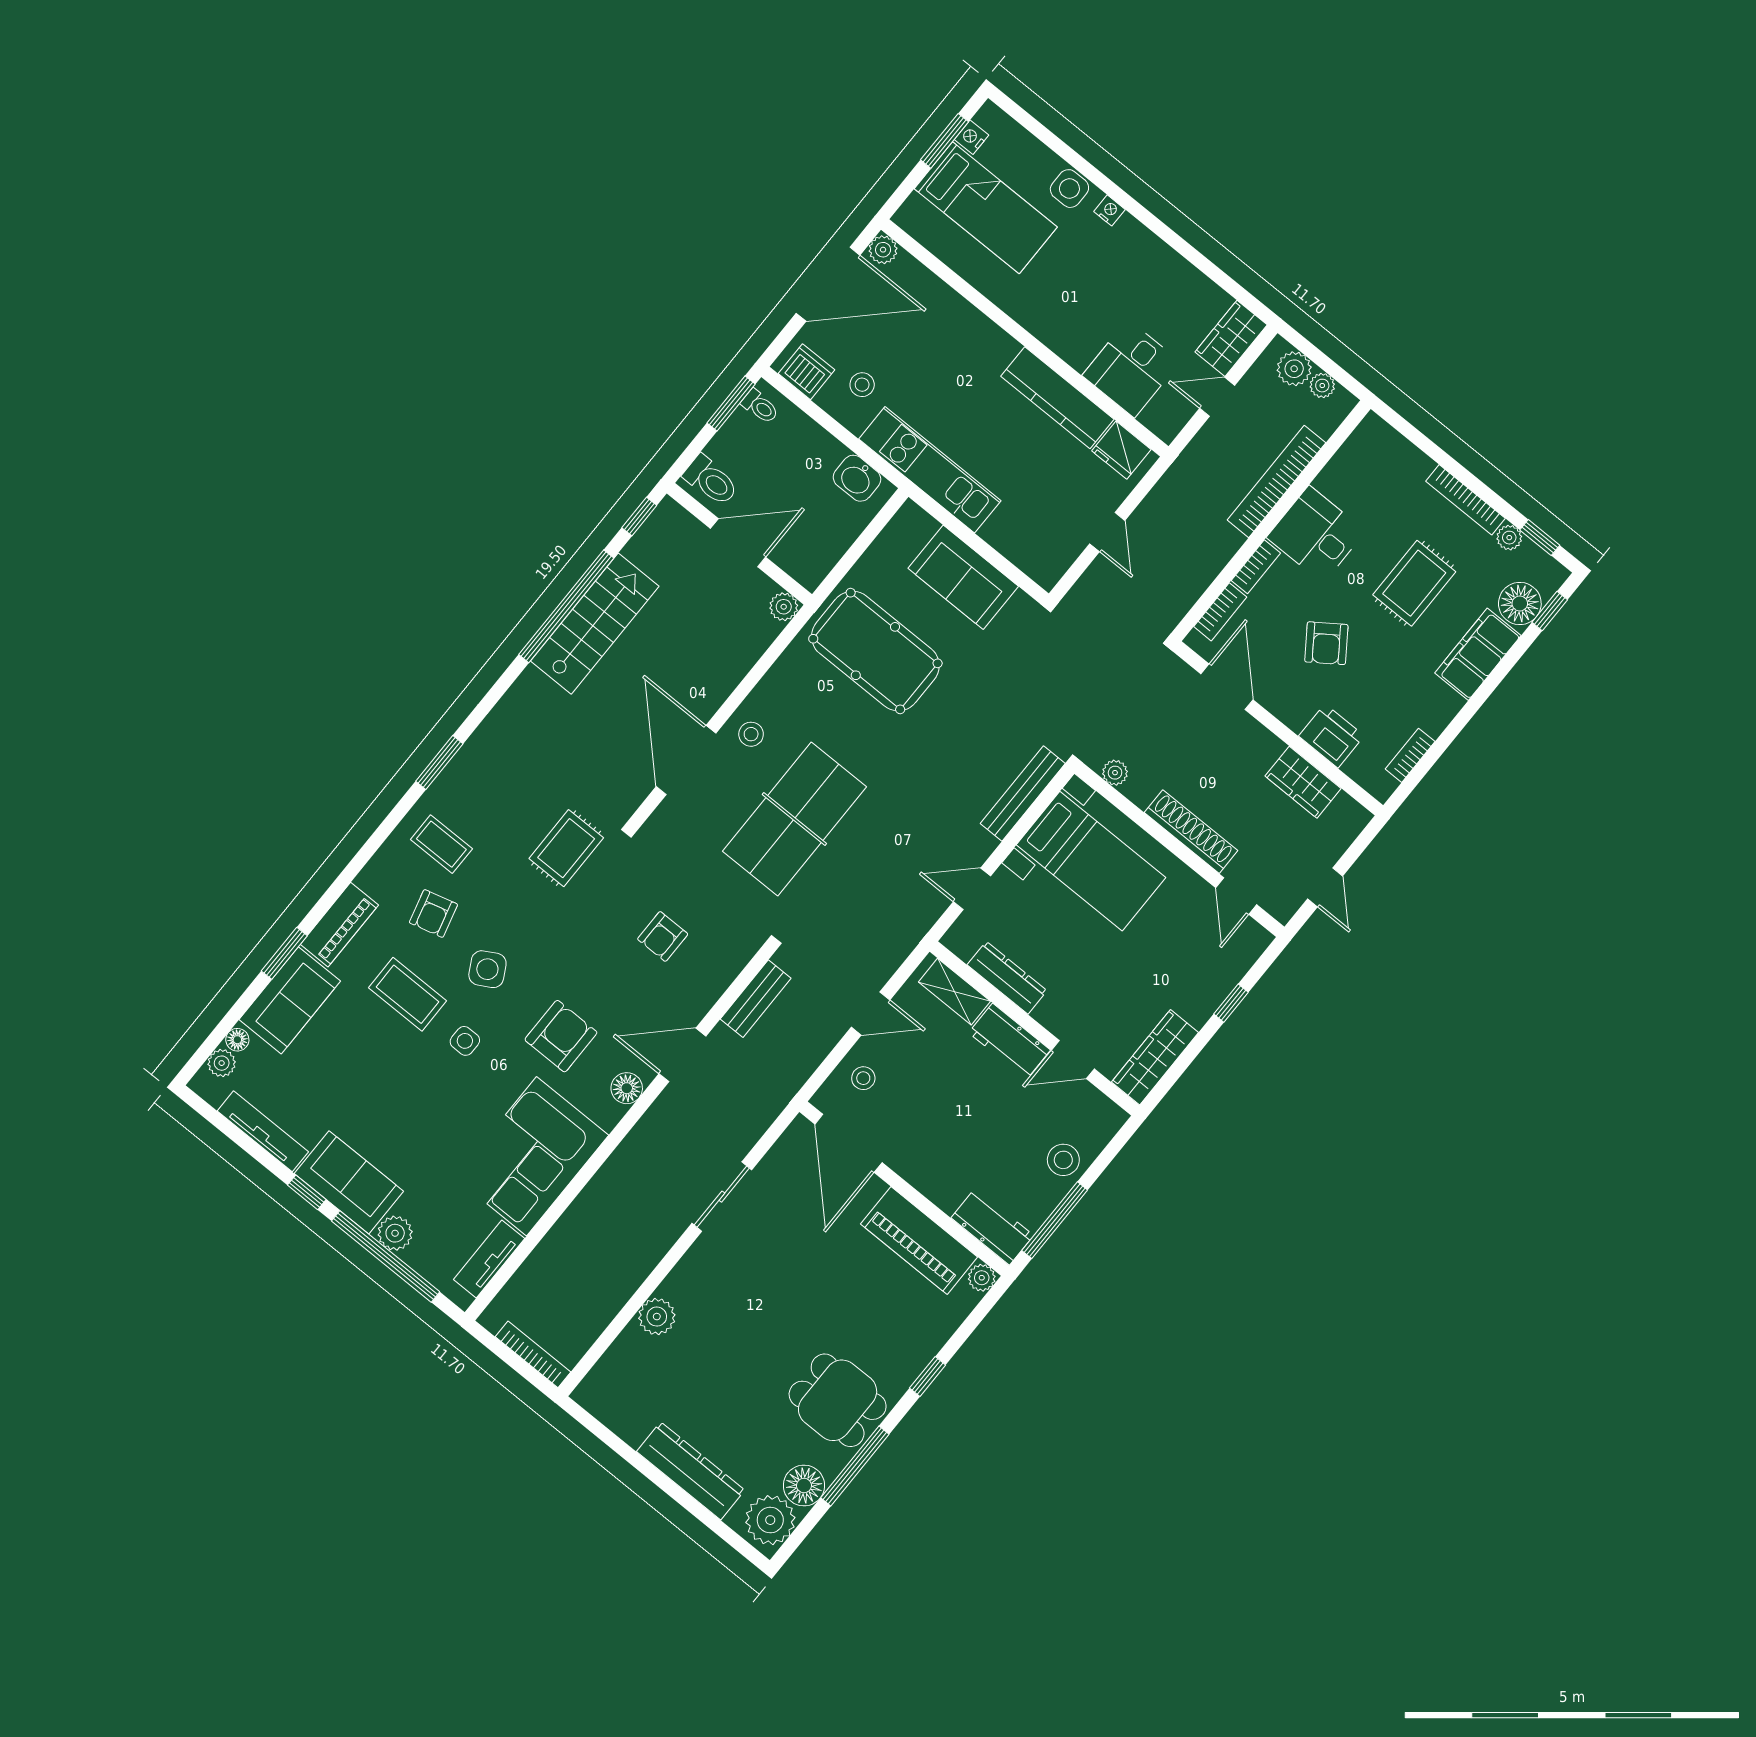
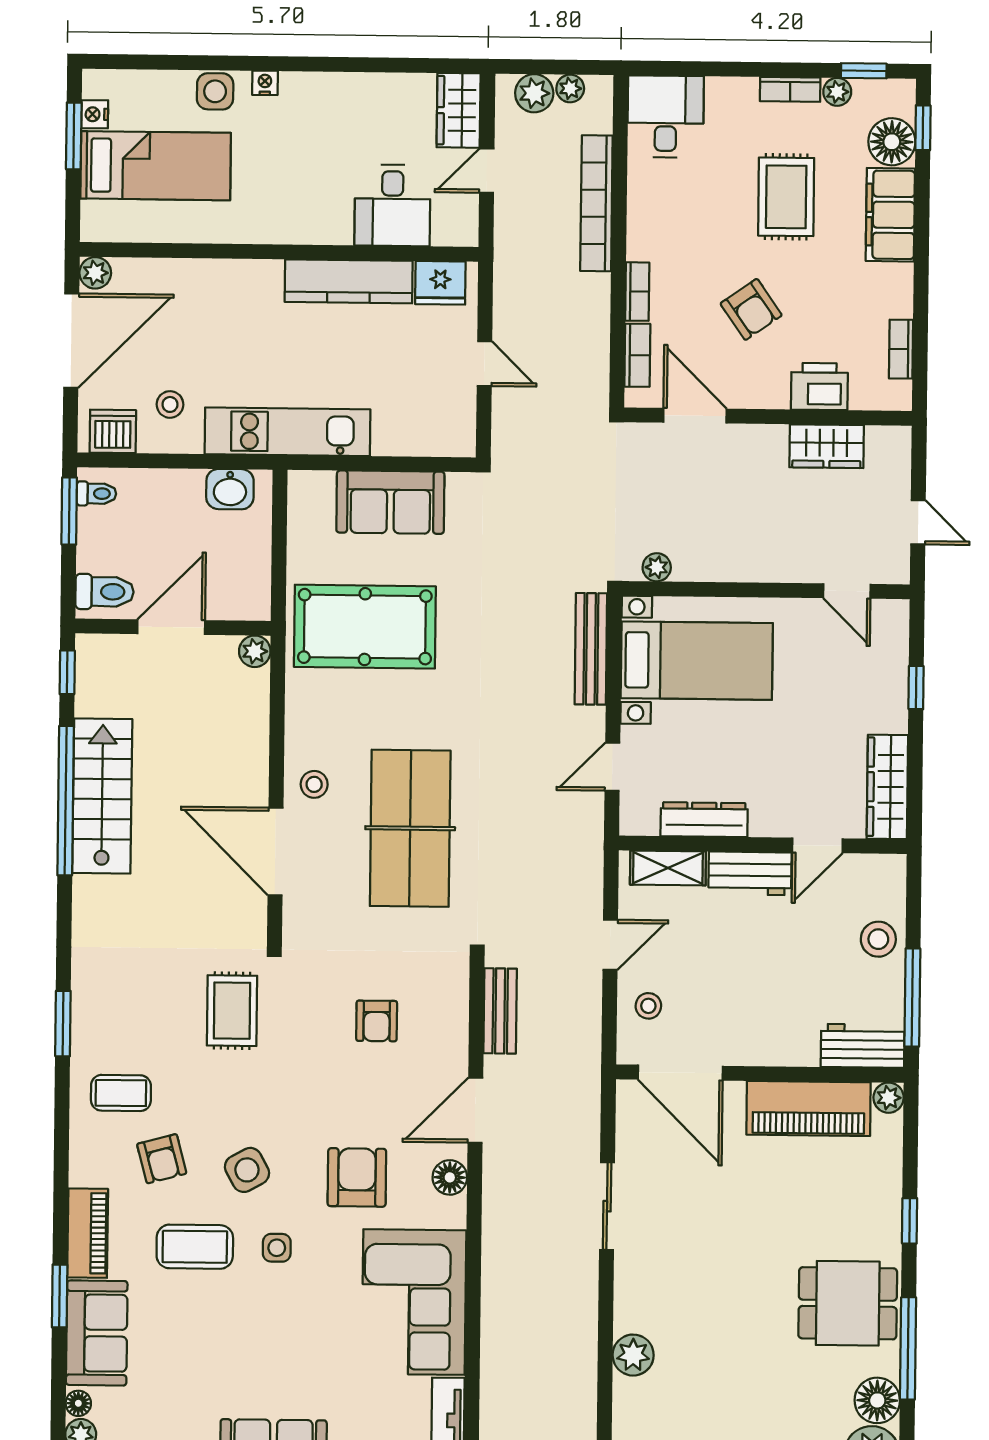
bookcase: (1465, 500) -> (790, 89), width x0.64
desk: (1316, 534) -> (666, 117), moved, turned 90
shoe rack: (1191, 832) -> (763, 566), removed

